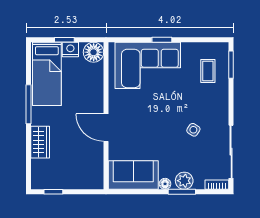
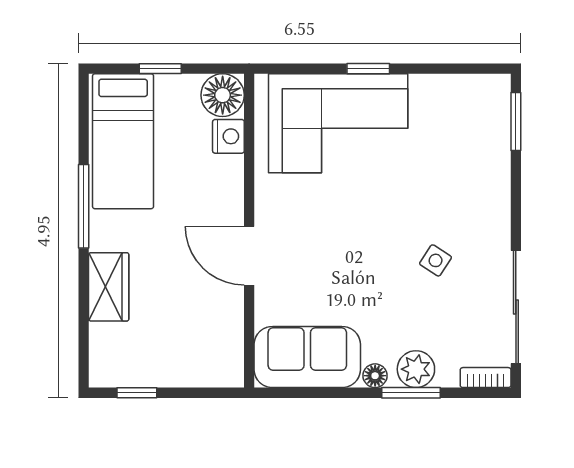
nightstand: (70, 50) -> (228, 136), moved, turned 90
coffee table: (208, 71) -> (466, 135), removed

